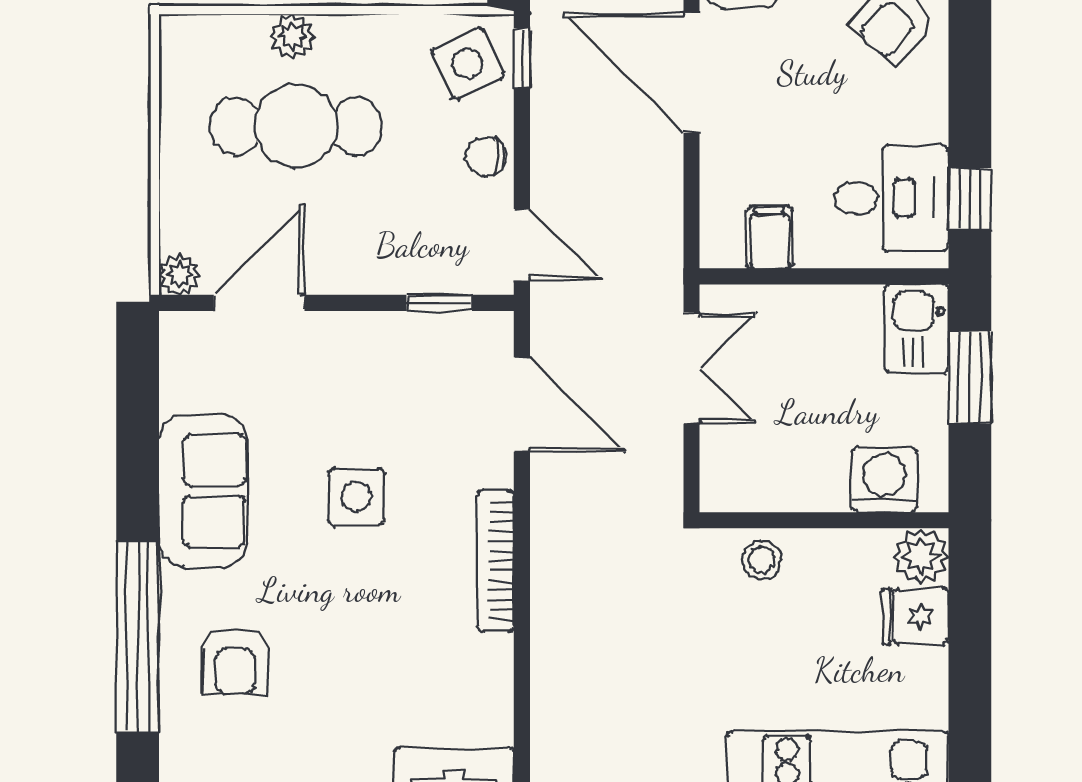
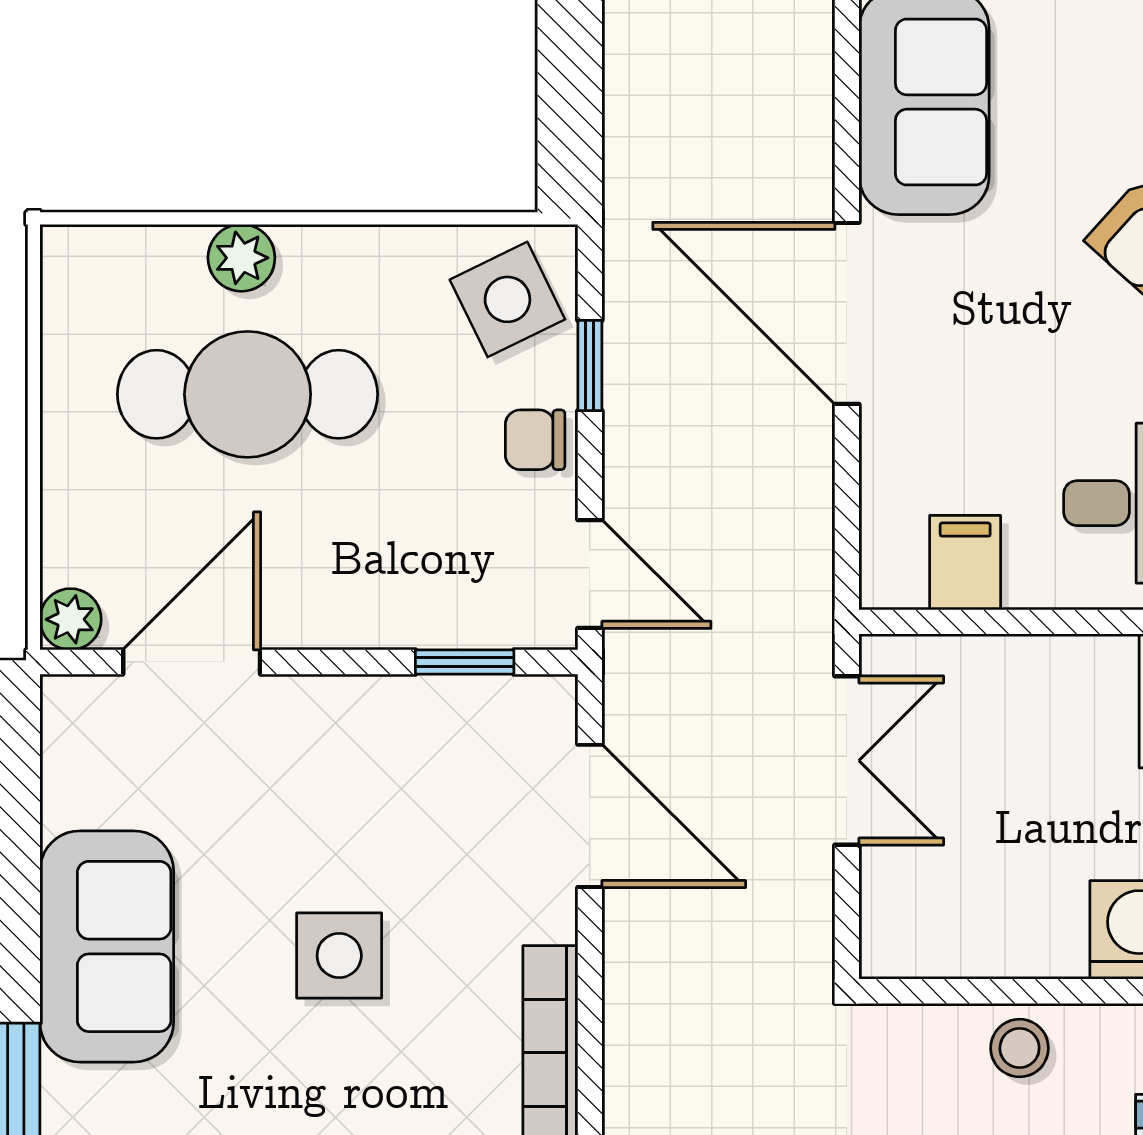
window: (522, 58) -> (590, 365), moved
stool: (762, 560) -> (1020, 1048), moved

